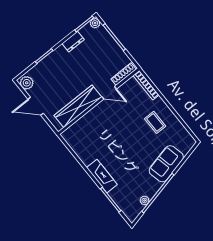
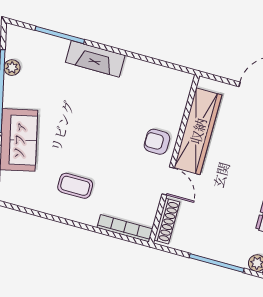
door: (109, 93) -> (168, 181), swing flipped
armchair: (101, 115) -> (157, 142), added

